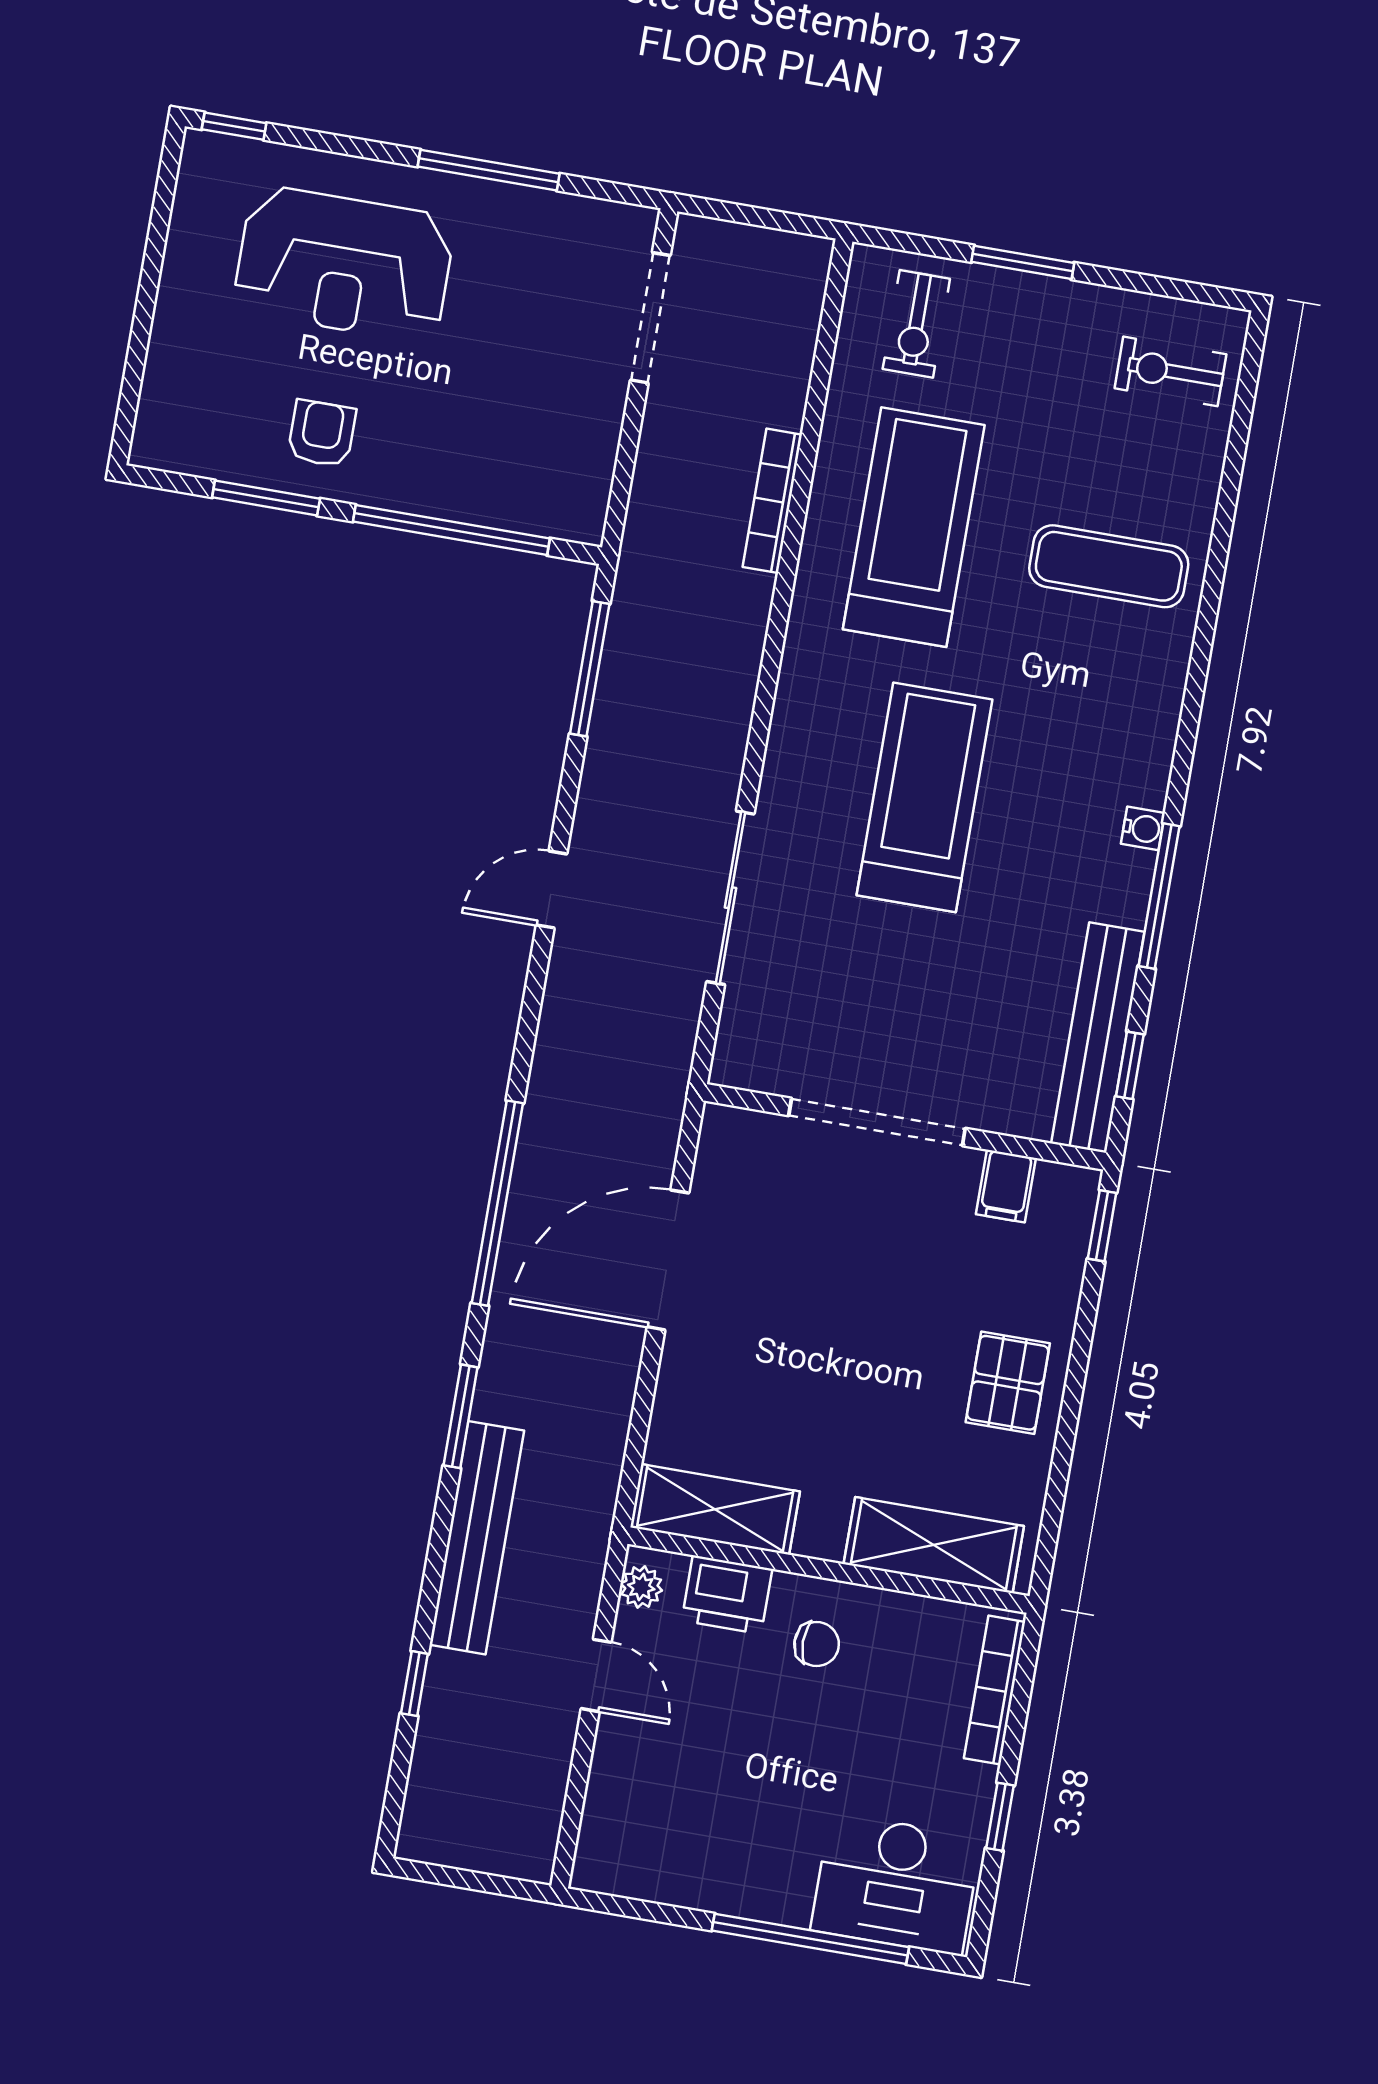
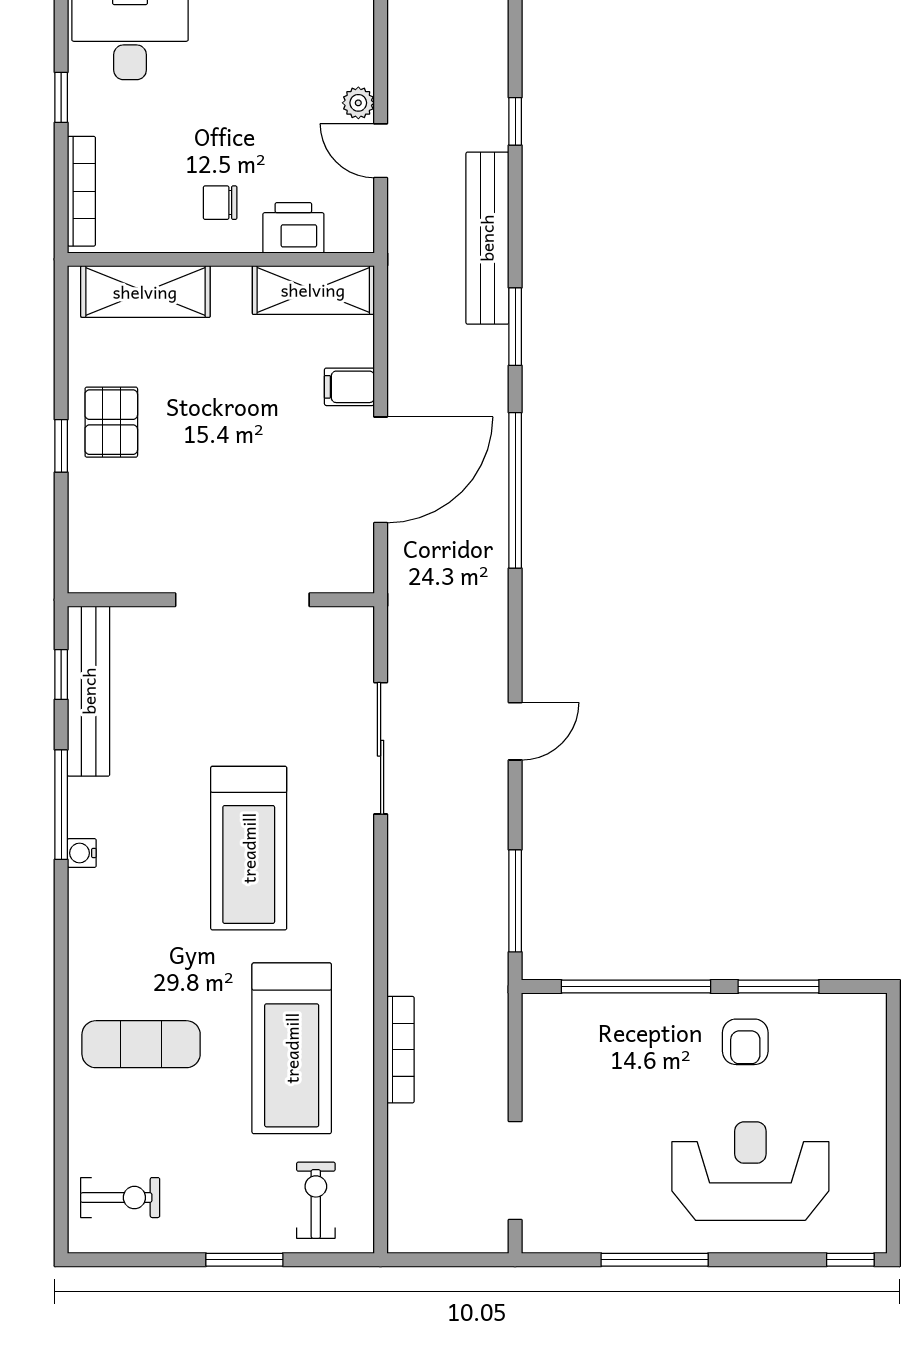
filing cabinet: (1006, 1186) -> (349, 387), moved, turned -90
window: (1102, 1226) -> (61, 446), moved
plant: (641, 1587) -> (358, 103), moved

